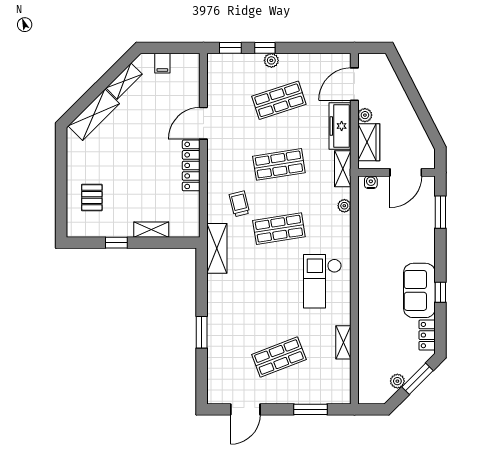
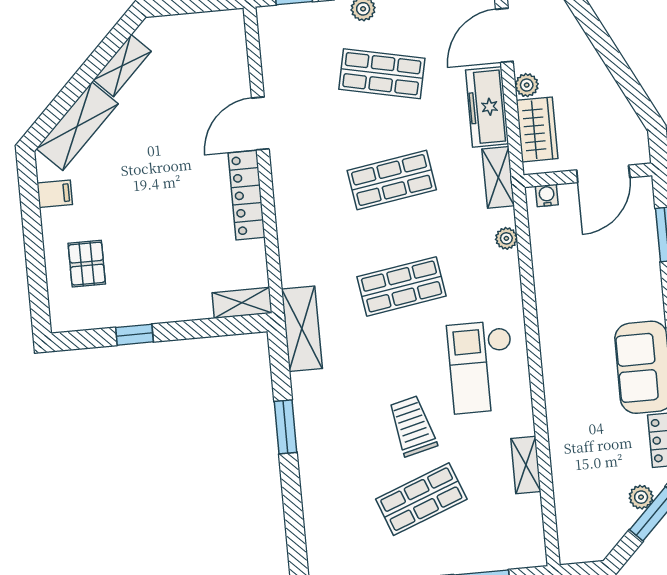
filing cabinet: (162, 63) -> (55, 194), moved, turned -90
shop shelf: (279, 100) -> (382, 74), turned 30
trolley: (239, 204) -> (413, 426), moved, width x1.36, depth x1.39
shelving: (151, 230) -> (242, 303), moved
window: (202, 332) -> (285, 427), moved
plant: (397, 381) -> (641, 497), moved

